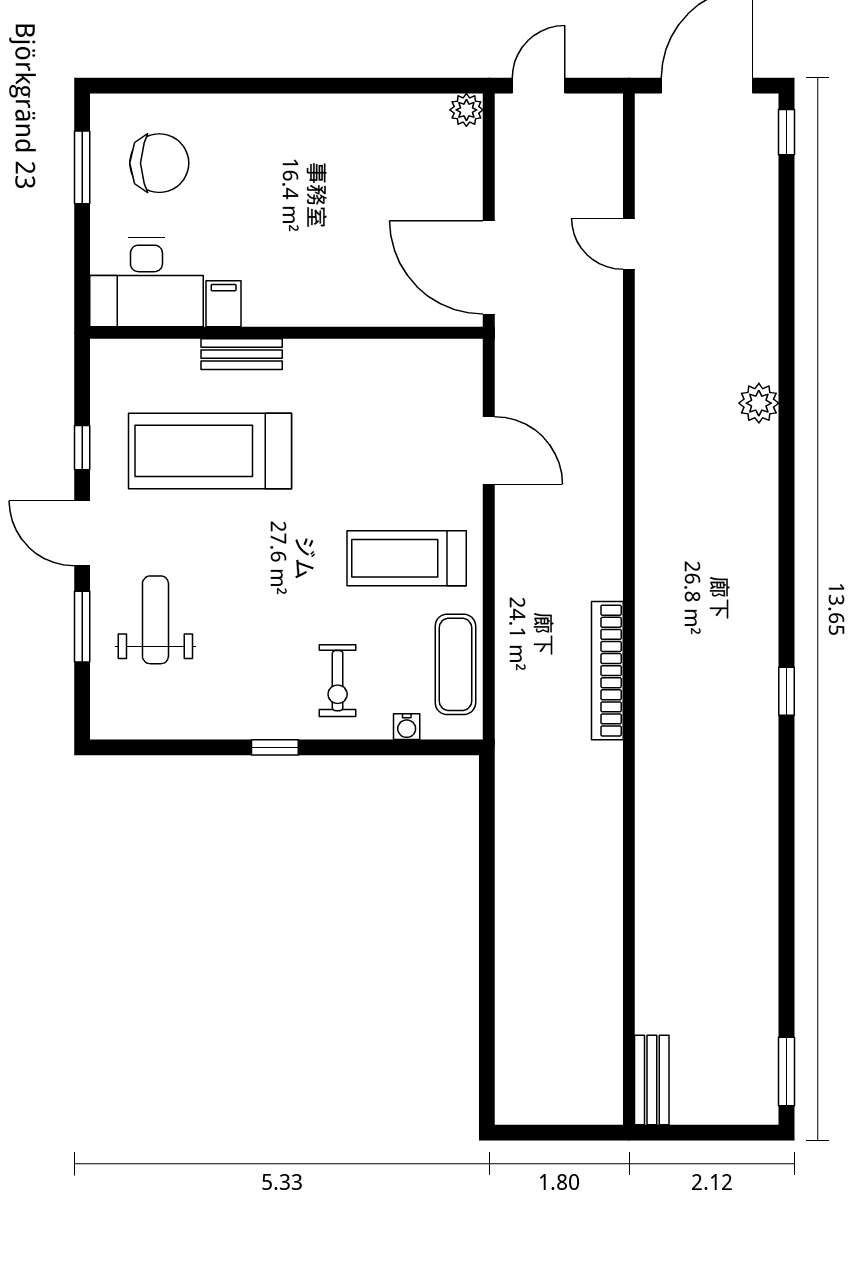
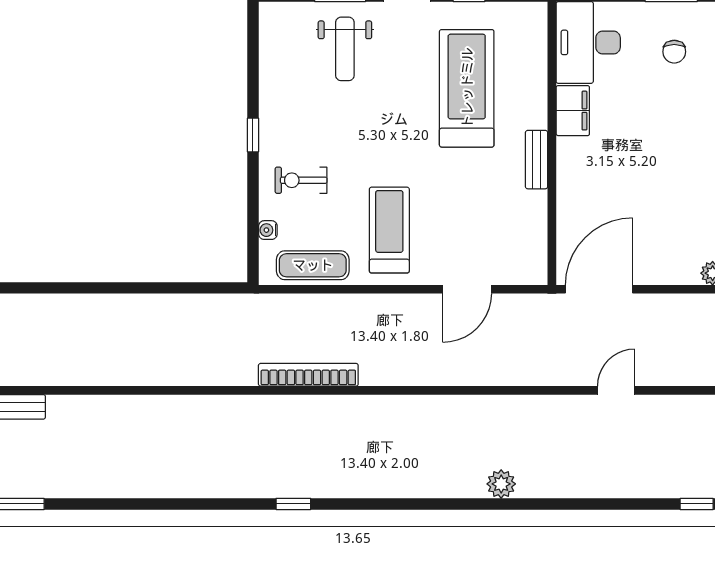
chair: (159, 163) -> (674, 52), width x0.54, depth x0.54
filing cabinet: (224, 304) -> (573, 111), width x2.00
bench: (242, 354) -> (537, 160), moved
weight bench: (155, 620) -> (345, 49), turned 90

